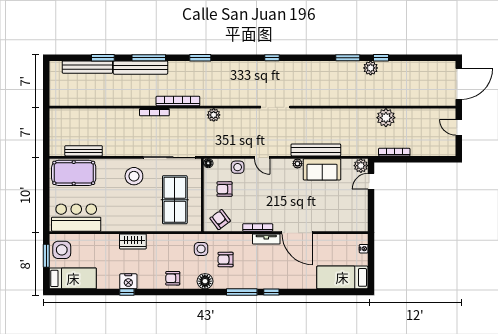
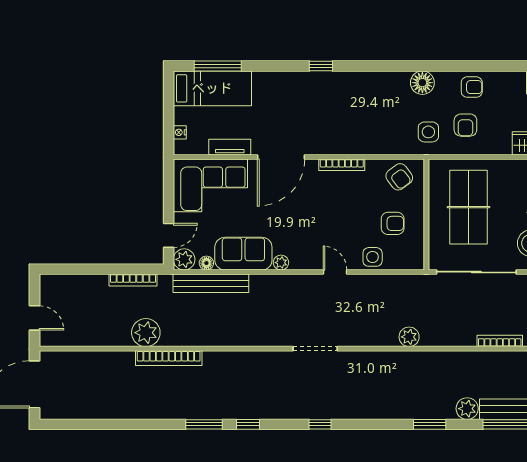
window: (381, 58) -> (248, 424), moved
plant: (371, 68) -> (467, 409), moved
bookcase: (178, 101) -> (169, 358), moved
bench: (316, 150) -> (211, 283), moved
floor lamp: (208, 163) -> (206, 263), moved
corner sofa: (344, 214) -> (210, 185), added
door: (297, 233) -> (281, 157), swing flipped
tv unit: (266, 239) -> (230, 147), moved
armchair: (226, 259) -> (465, 125), moved, turned 90
window: (242, 292) -> (218, 66), moved

